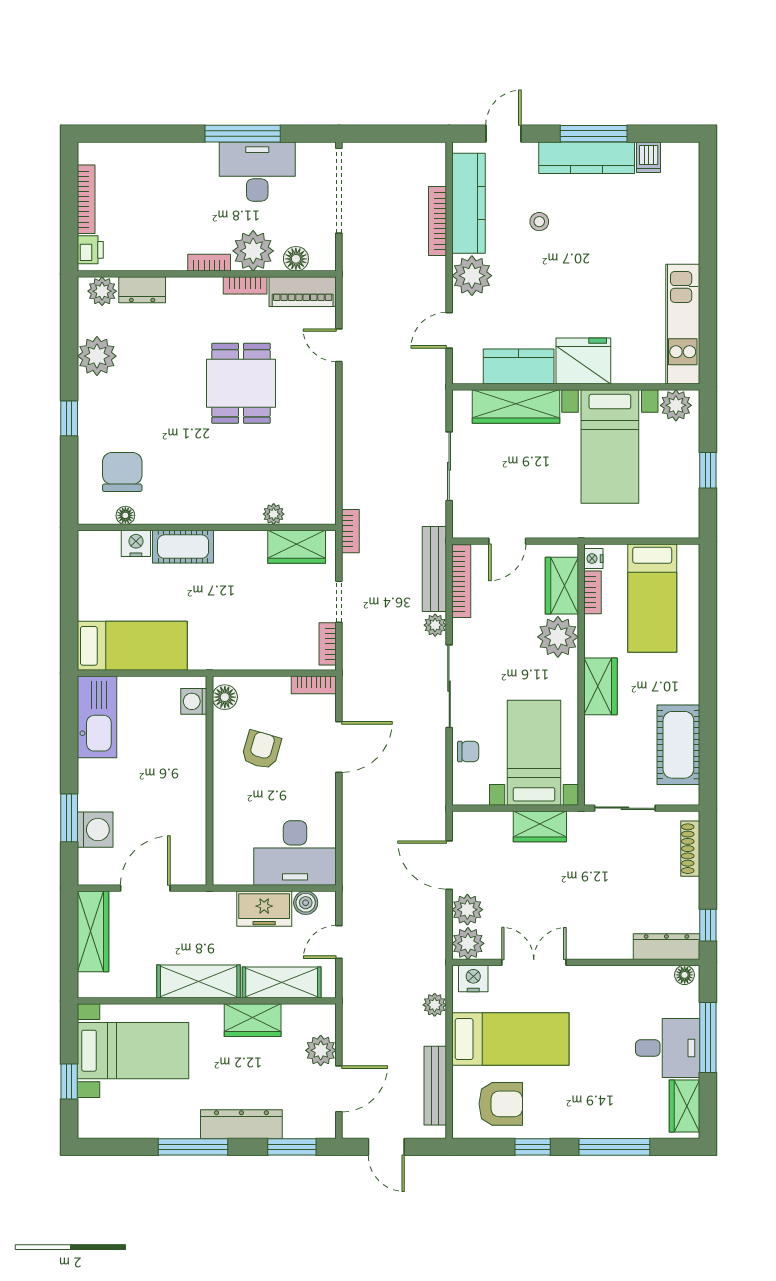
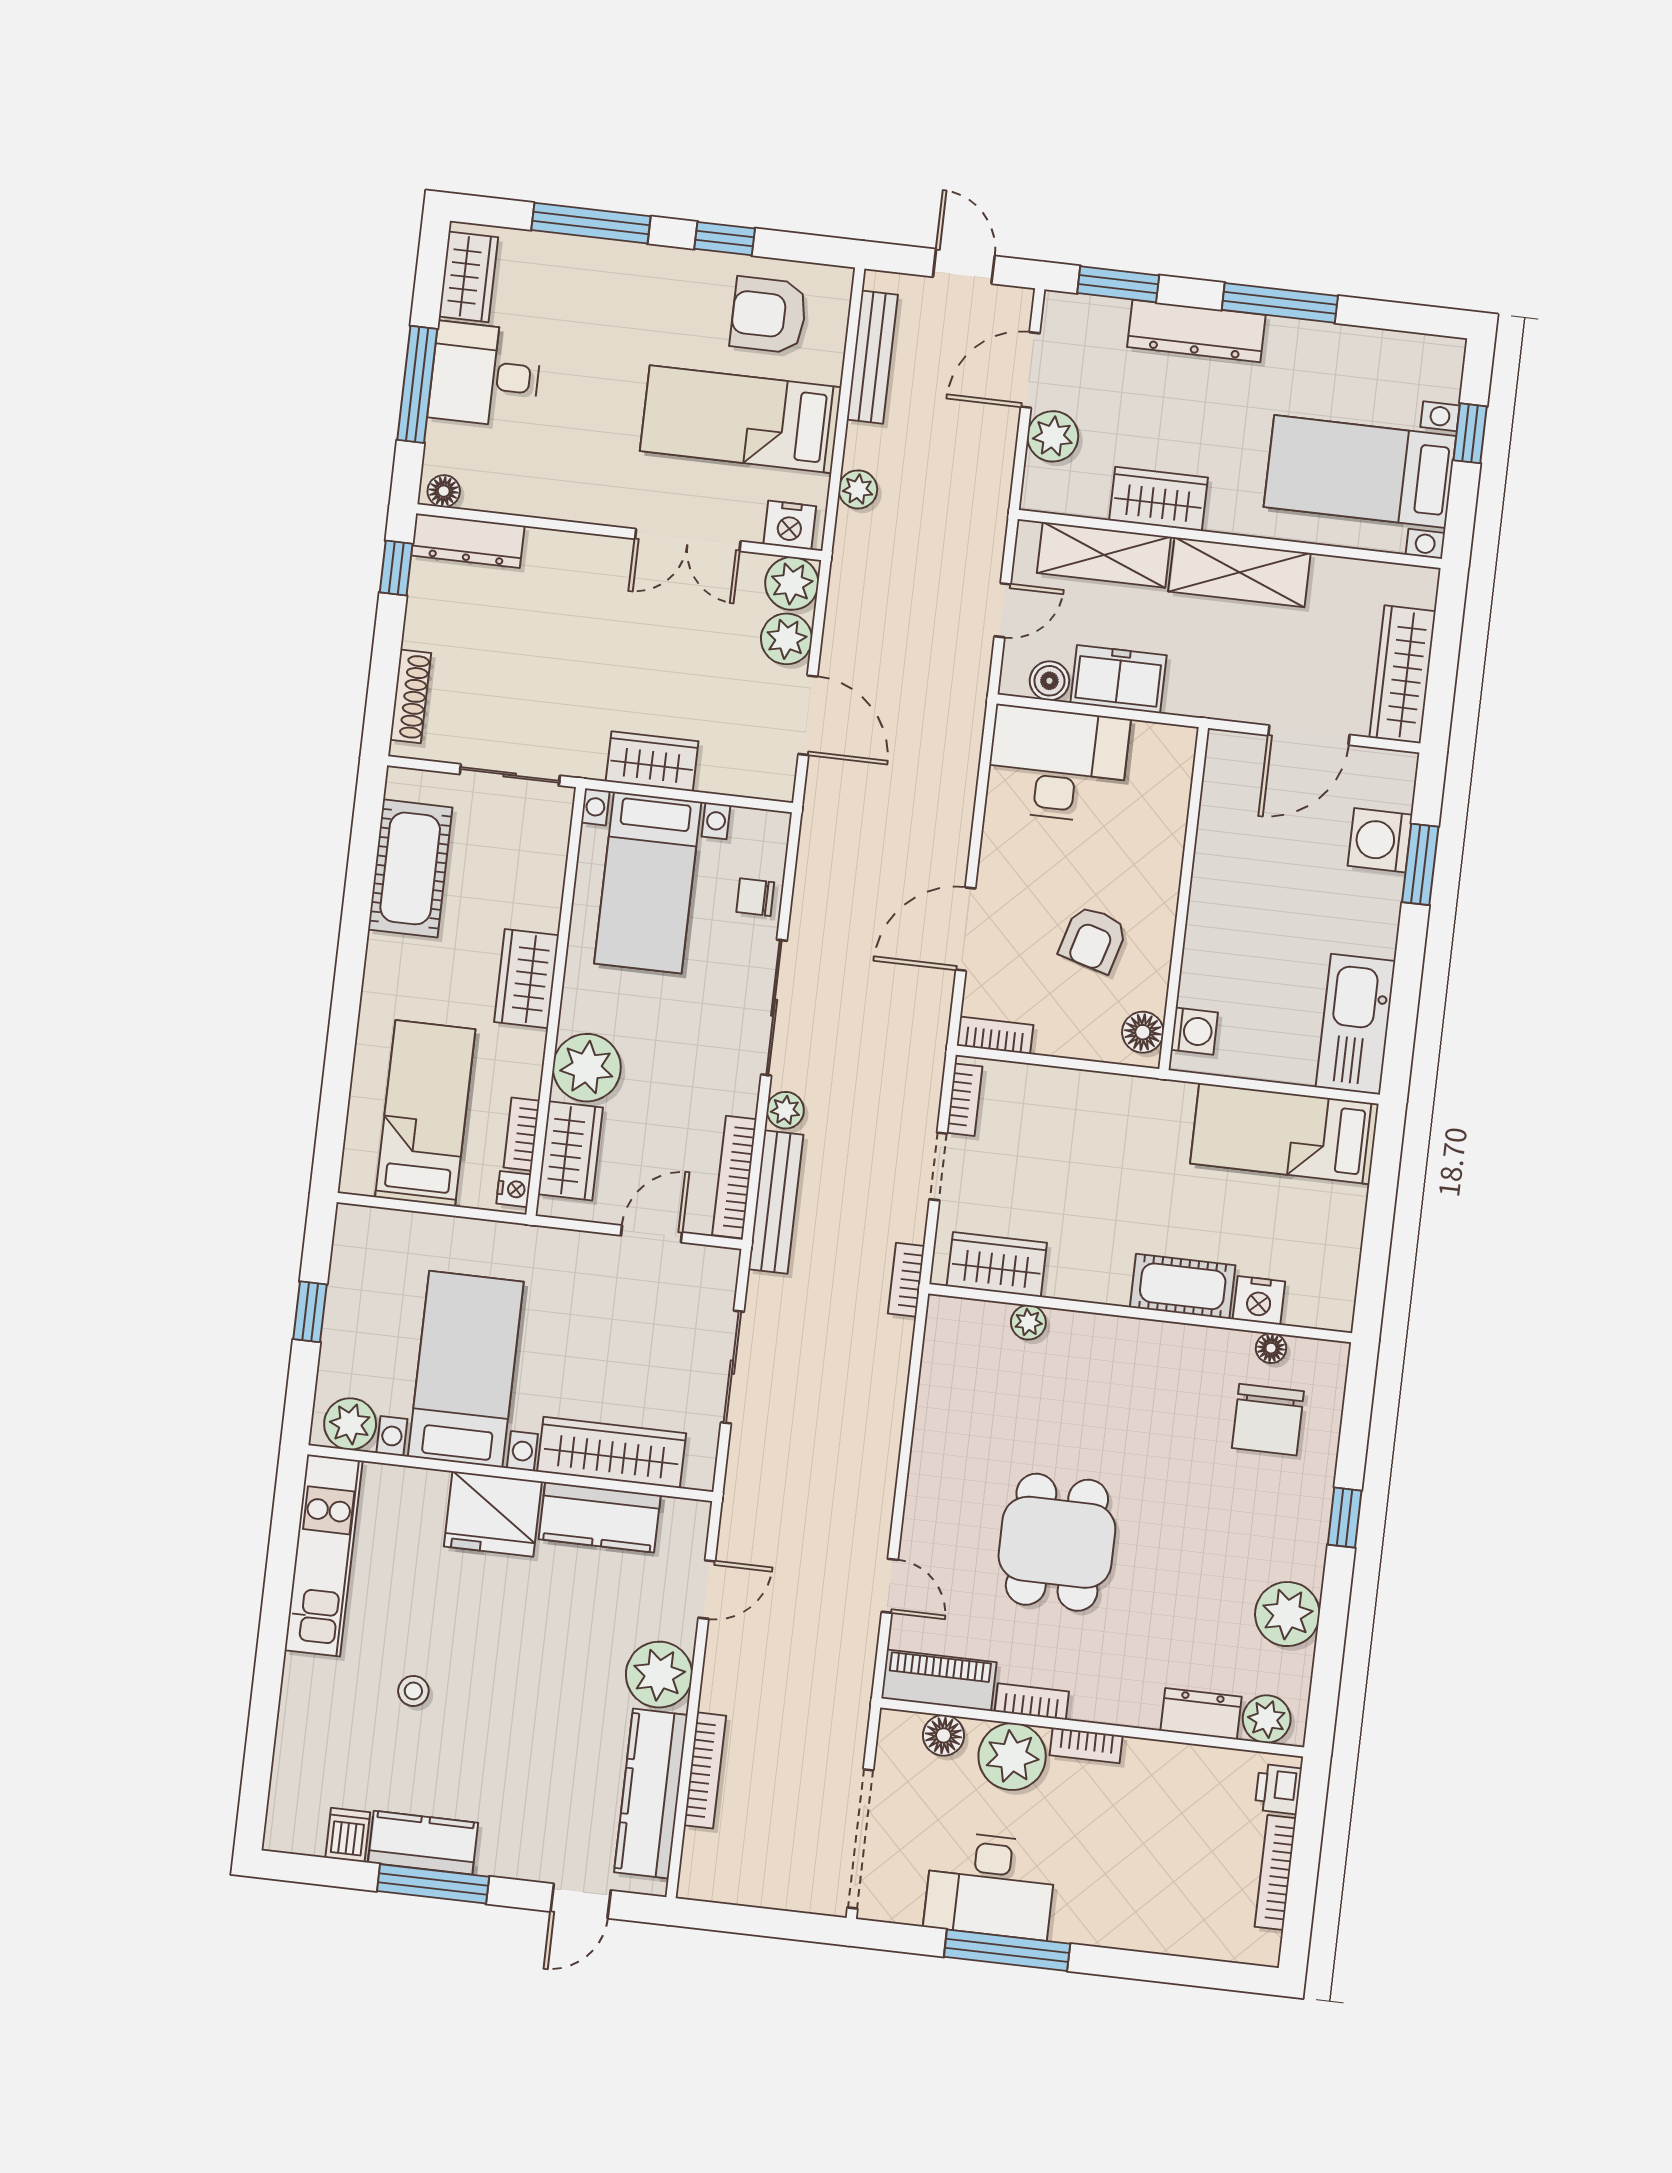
kitchen counter: (587, 158) -> (423, 1843), width x0.67
stool: (539, 222) -> (413, 1691), moved

